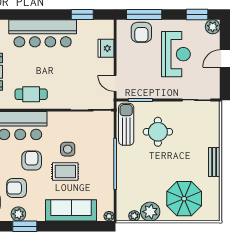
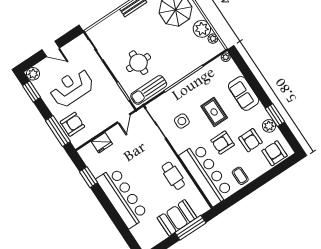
side table: (68, 149) -> (182, 121), moved
sofa: (71, 210) -> (244, 93), width x0.73

